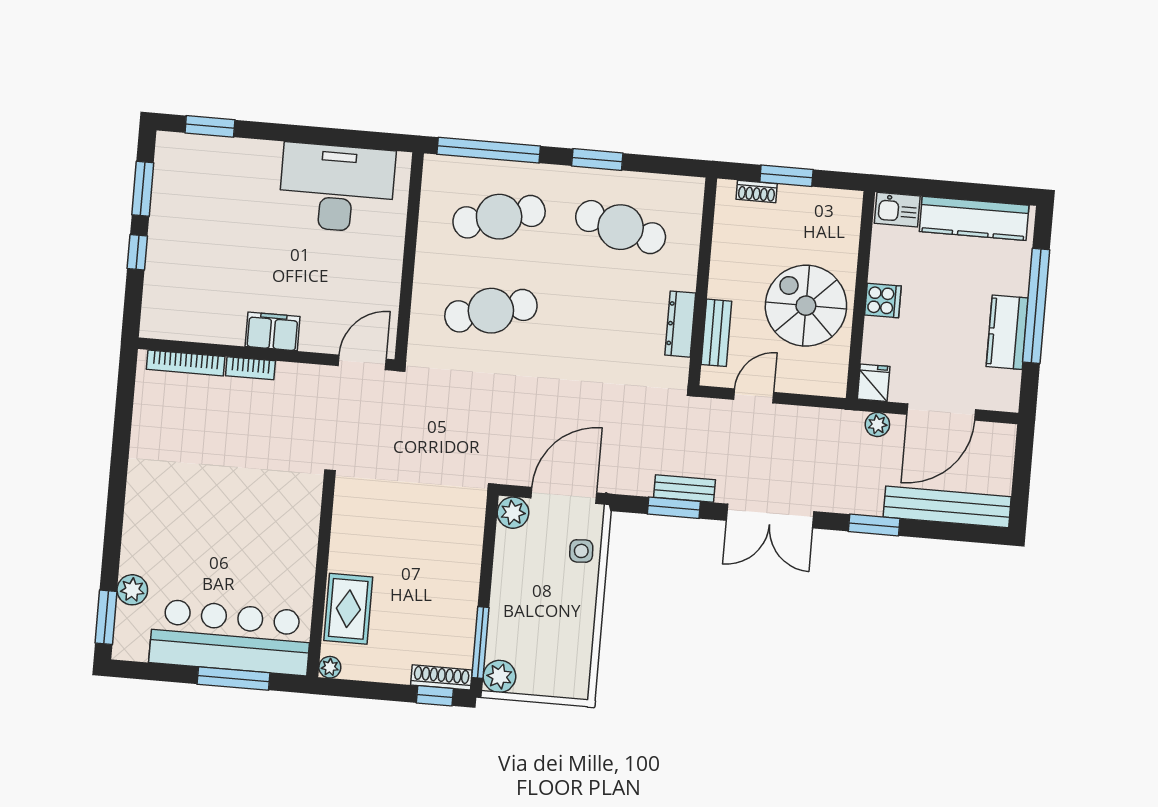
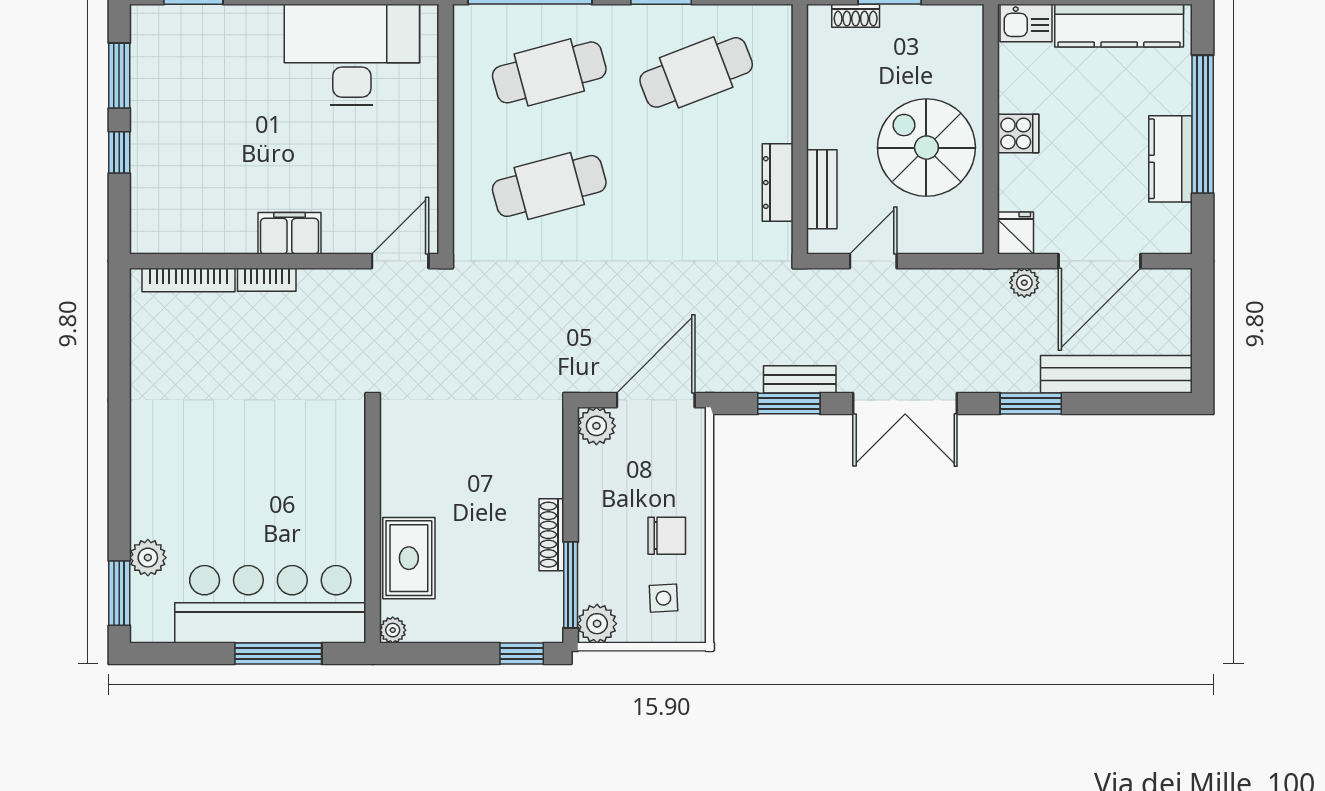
cafe table: (621, 227) -> (696, 72), turned -36
side table: (581, 551) -> (663, 598), moved
chair: (563, 609) -> (667, 536), added
shoe rack: (441, 677) -> (551, 535), moved, turned -90

